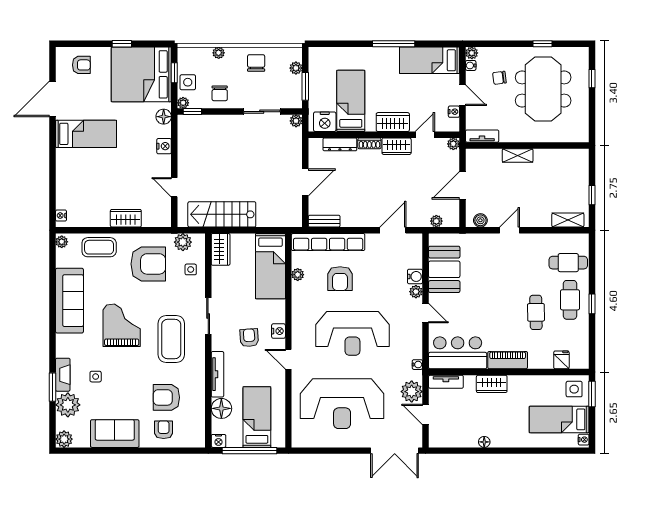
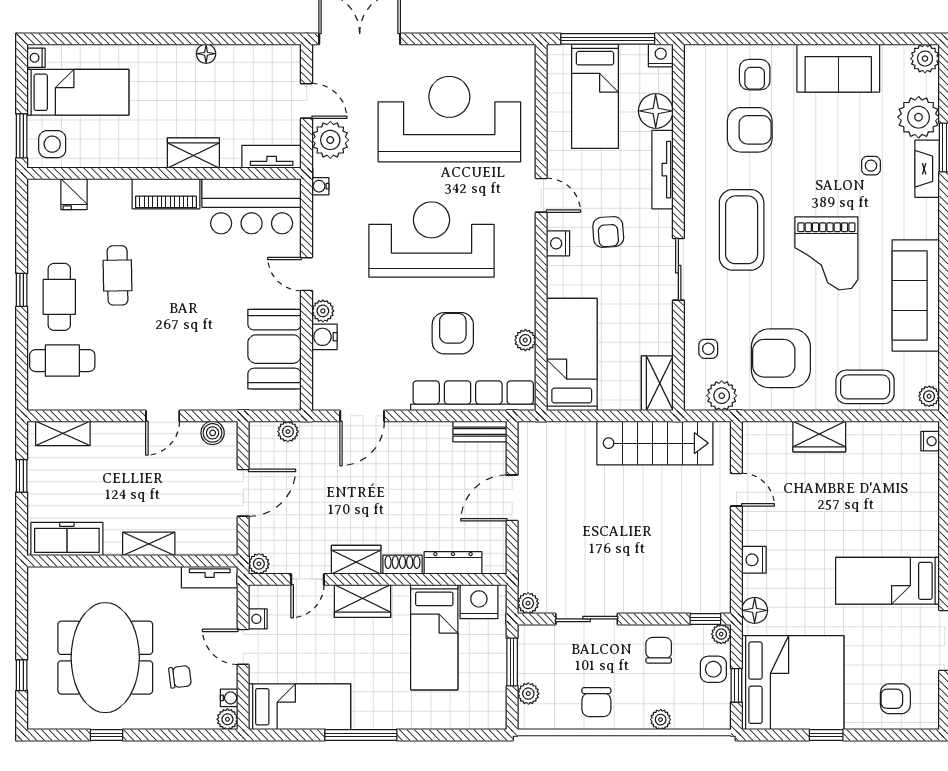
freezer: (566, 158) -> (67, 539), added

